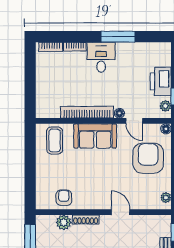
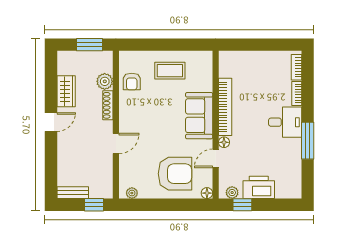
coffee table: (55, 140) -> (170, 71), moved
armchair: (64, 198) -> (132, 82), turned 90

